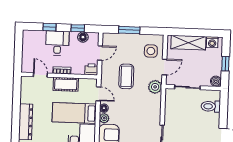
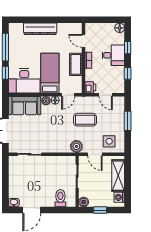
floor lamp: (83, 37) -> (120, 28), moved
door: (40, 75) -> (84, 41), swing flipped

